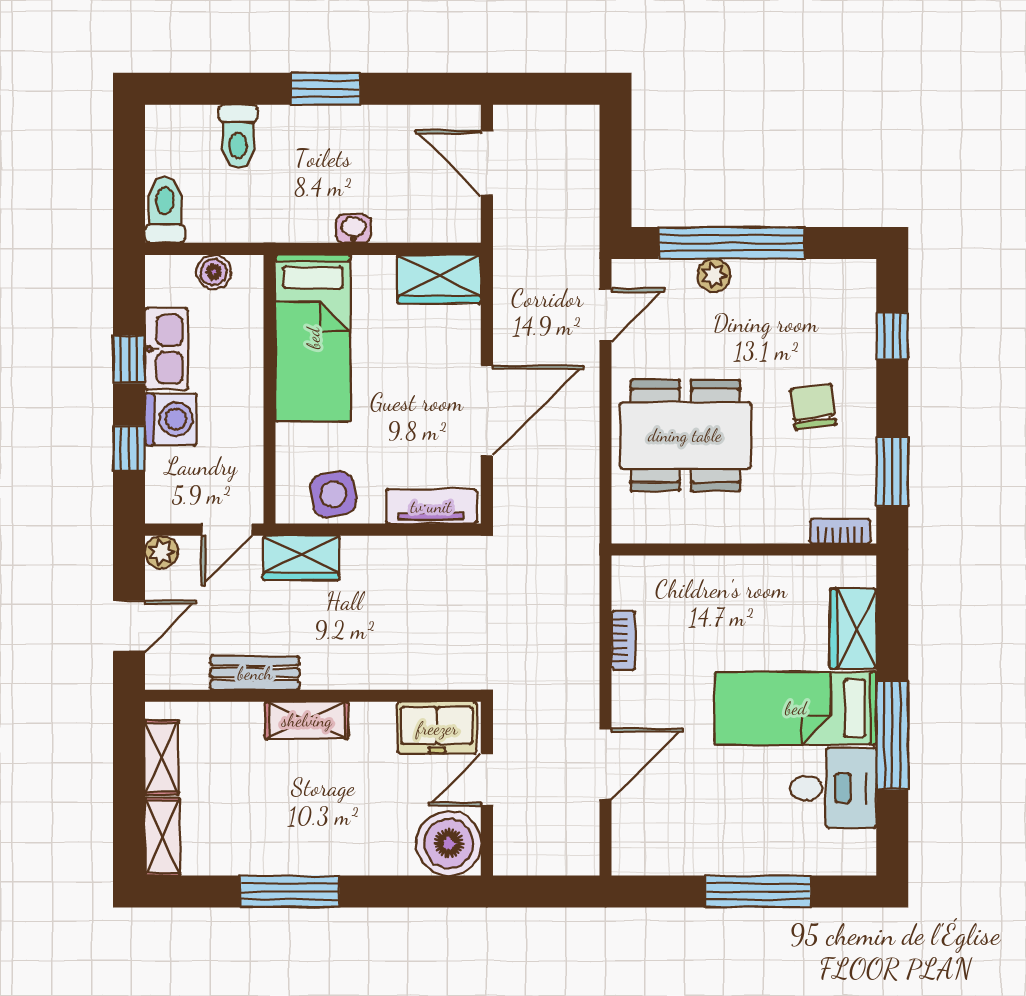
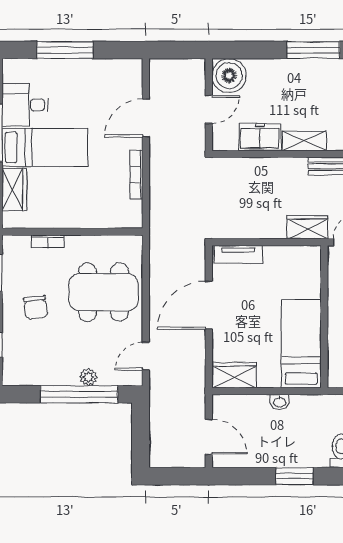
side table: (333, 494) -> (290, 261), removed
bookcase: (840, 531) -> (48, 241), moved
bookcase: (623, 640) -> (136, 174), width x1.56
freezer: (437, 728) -> (260, 137), moved

